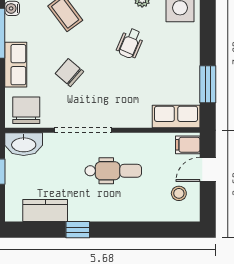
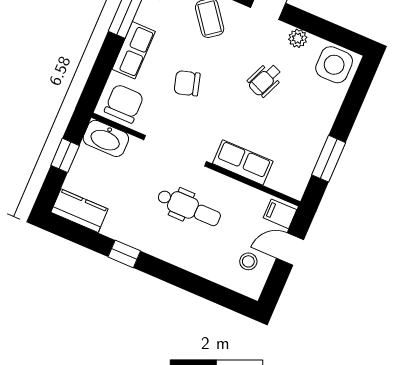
chair: (69, 73) -> (187, 83), turned -57
row of seats: (176, 117) -> (243, 162), moved
kitchen counter: (45, 211) -> (79, 211), moved

